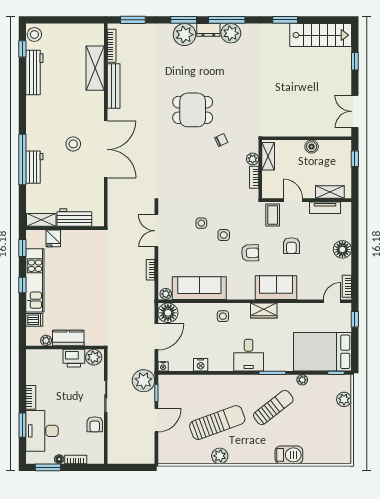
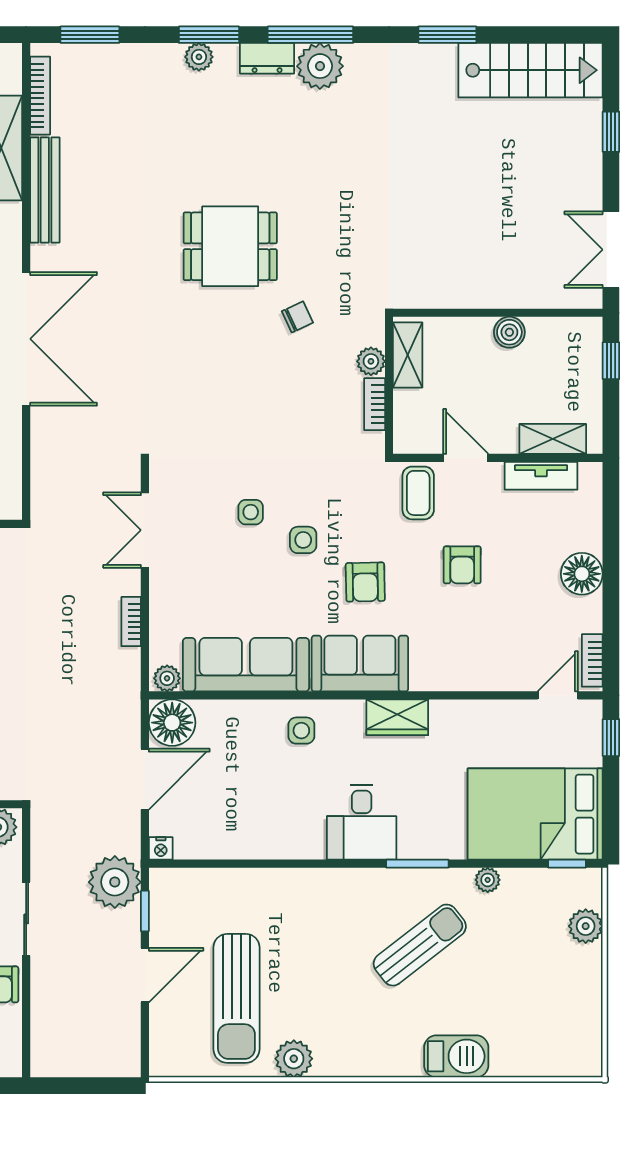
plant: (185, 35) -> (199, 57), width x0.53, depth x0.53
armchair: (250, 253) -> (365, 582), turned 91
sofa: (276, 288) -> (360, 664), moved
nightstand: (201, 365) -> (249, 845), removed
sun lounger: (217, 423) -> (236, 998), moved, turned 110

